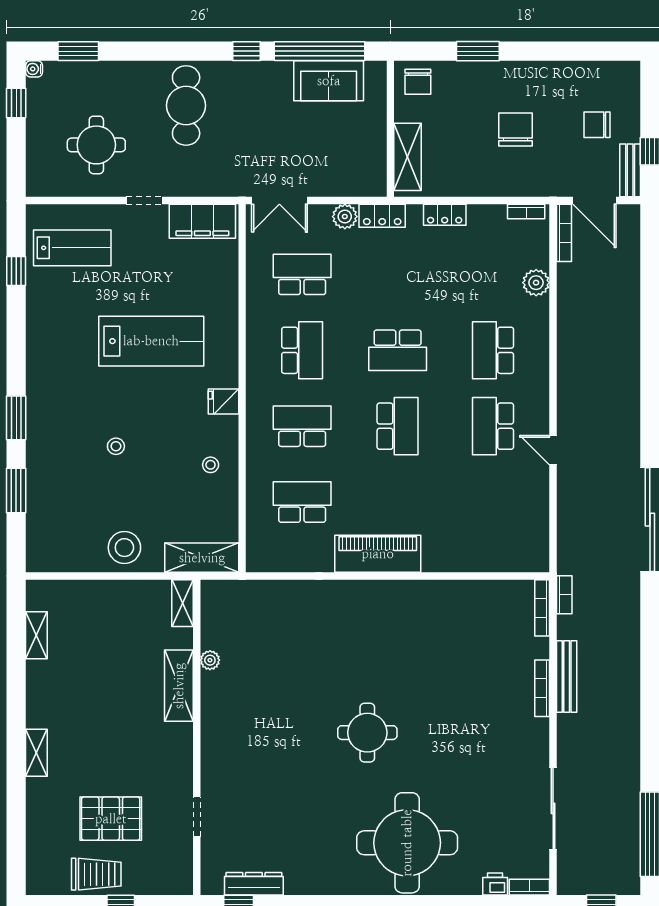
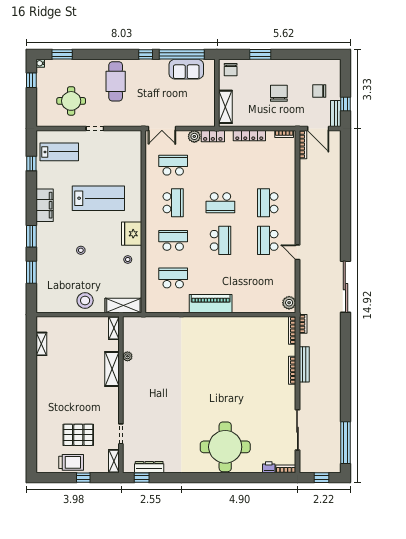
locker: (445, 215) -> (249, 136), width x1.53
filing cabinet: (202, 221) -> (45, 205), moved, turned -90
plant: (536, 283) -> (289, 303), moved
fridge: (224, 402) -> (132, 234), width x1.88, depth x1.34
round table: (367, 733) -> (205, 392), removed
shelving: (36, 753) -> (114, 461), moved

